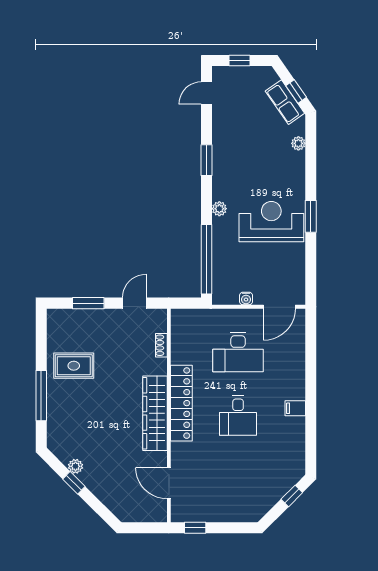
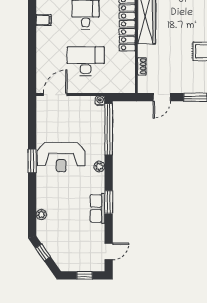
row of seats: (285, 102) -> (98, 208), moved, turned -145
water cooler: (246, 298) -> (100, 101), moved

